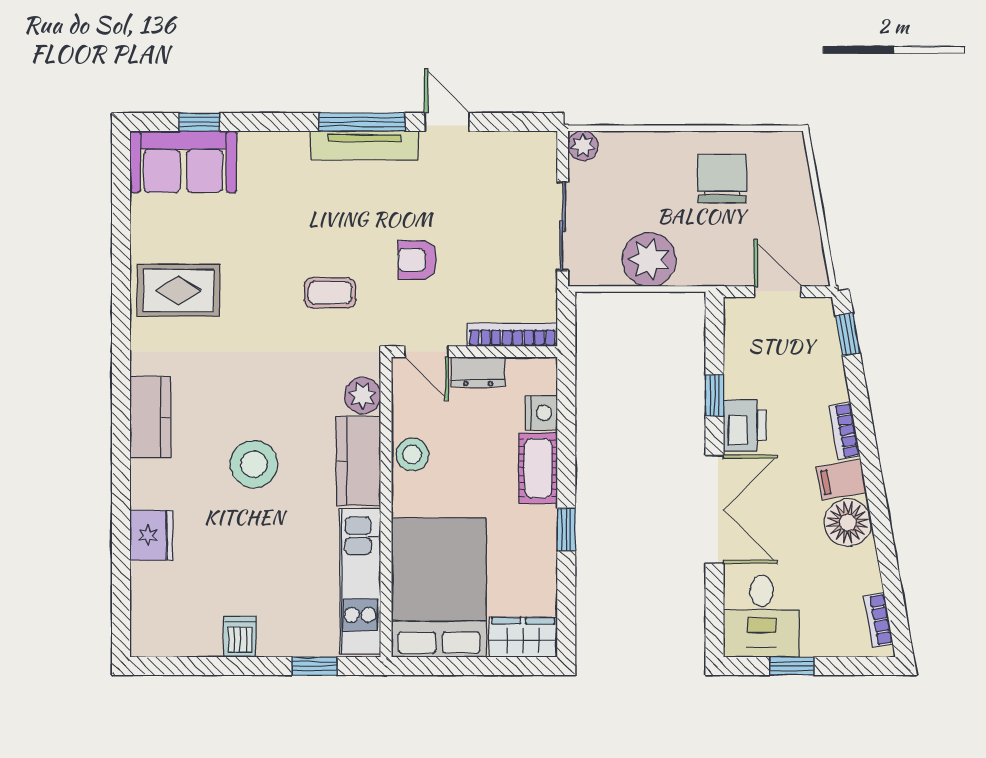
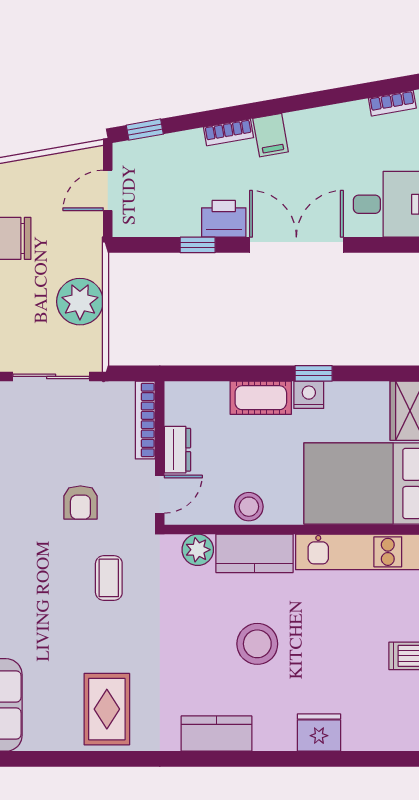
nightstand: (542, 413) -> (309, 395), moved
floor lamp: (848, 523) -> (308, 129), removed

